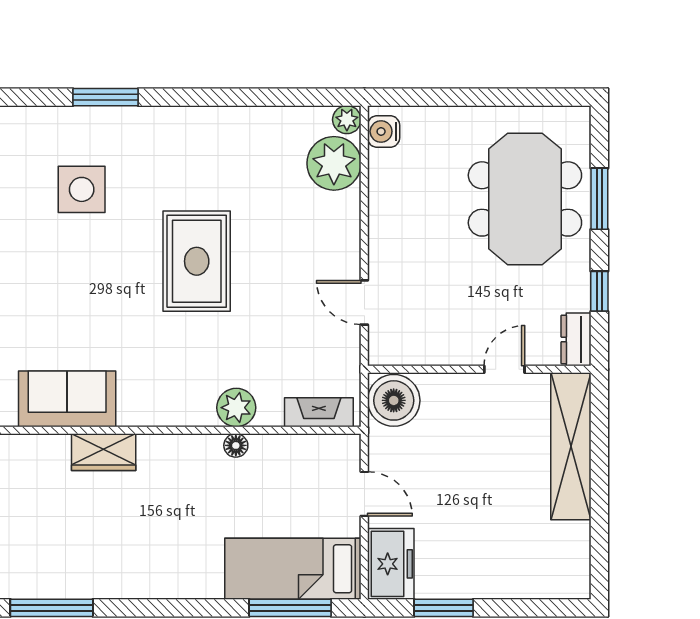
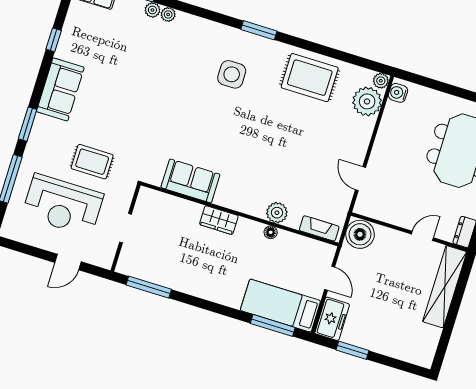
rug: (197, 261) -> (310, 78), moved, turned 90
wardrobe: (104, 452) -> (219, 220), moved

